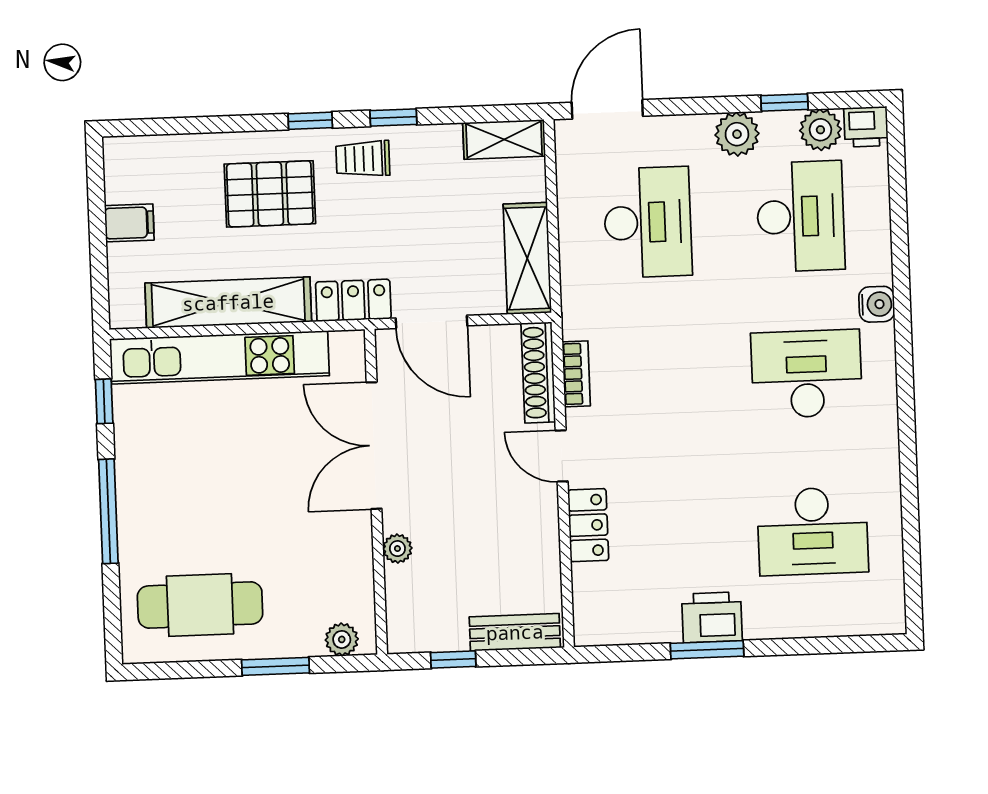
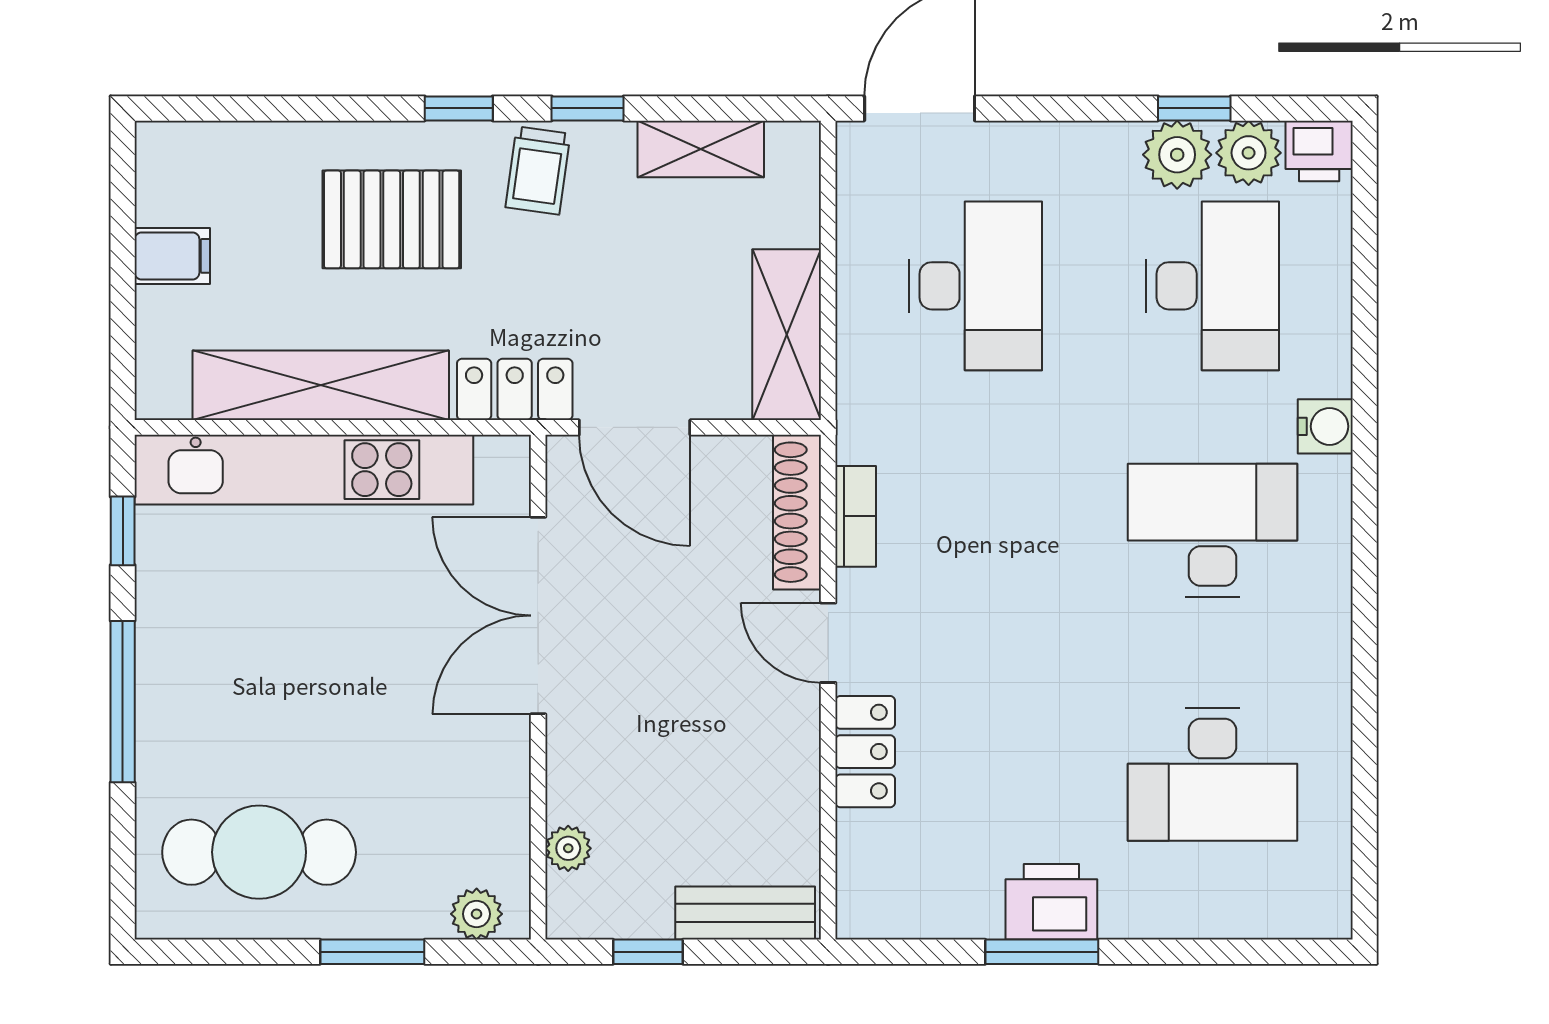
plant: (737, 134) -> (1177, 155), moved
shelving: (504, 139) -> (701, 149), moved
trolley: (363, 159) -> (538, 170), turned -82
plant: (397, 549) -> (568, 848), moved

